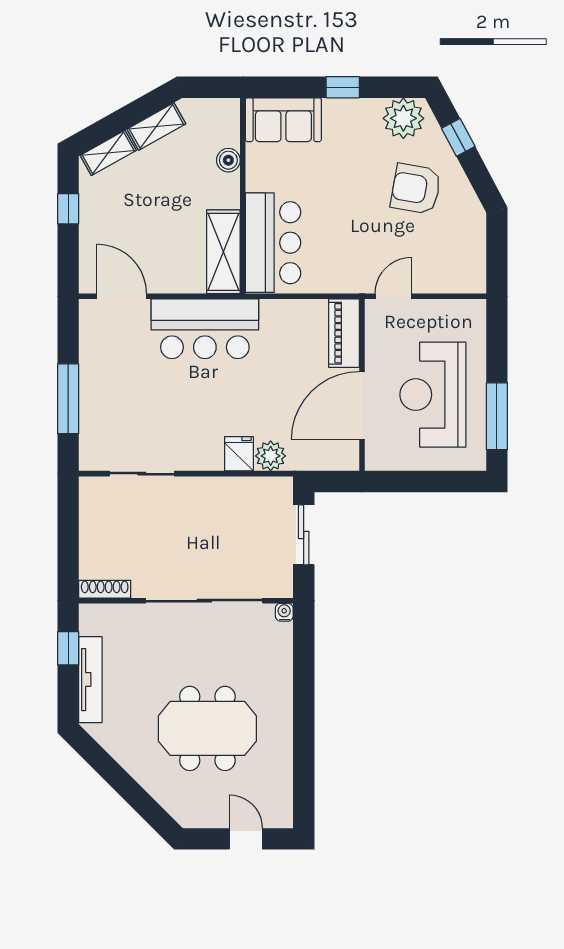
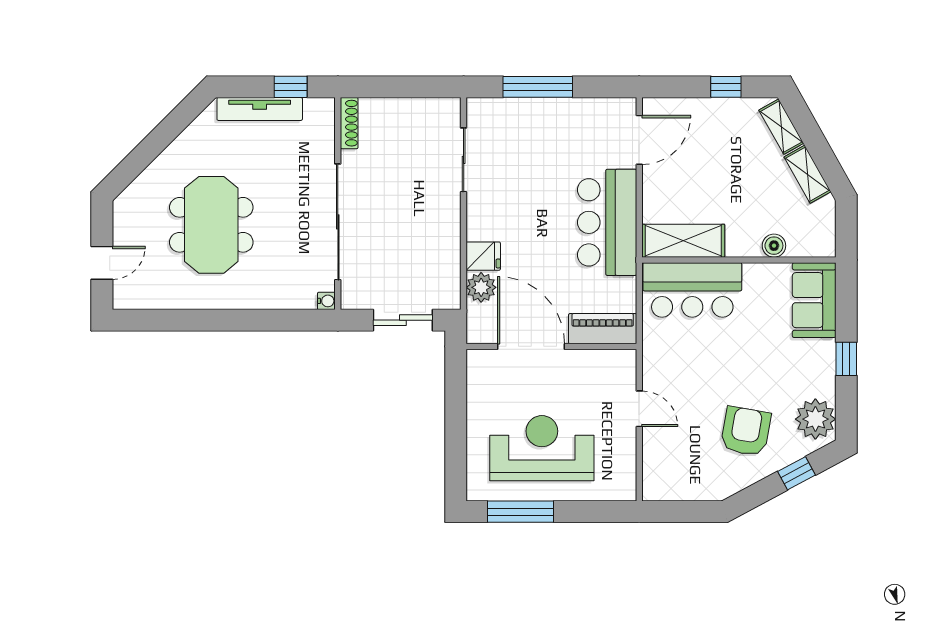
piano: (344, 333) -> (603, 329), moved
wall: (362, 385) -> (551, 346), moved
door: (362, 405) -> (531, 346), moved

